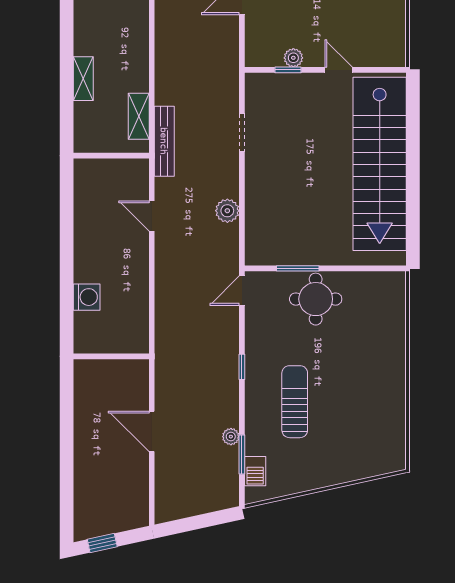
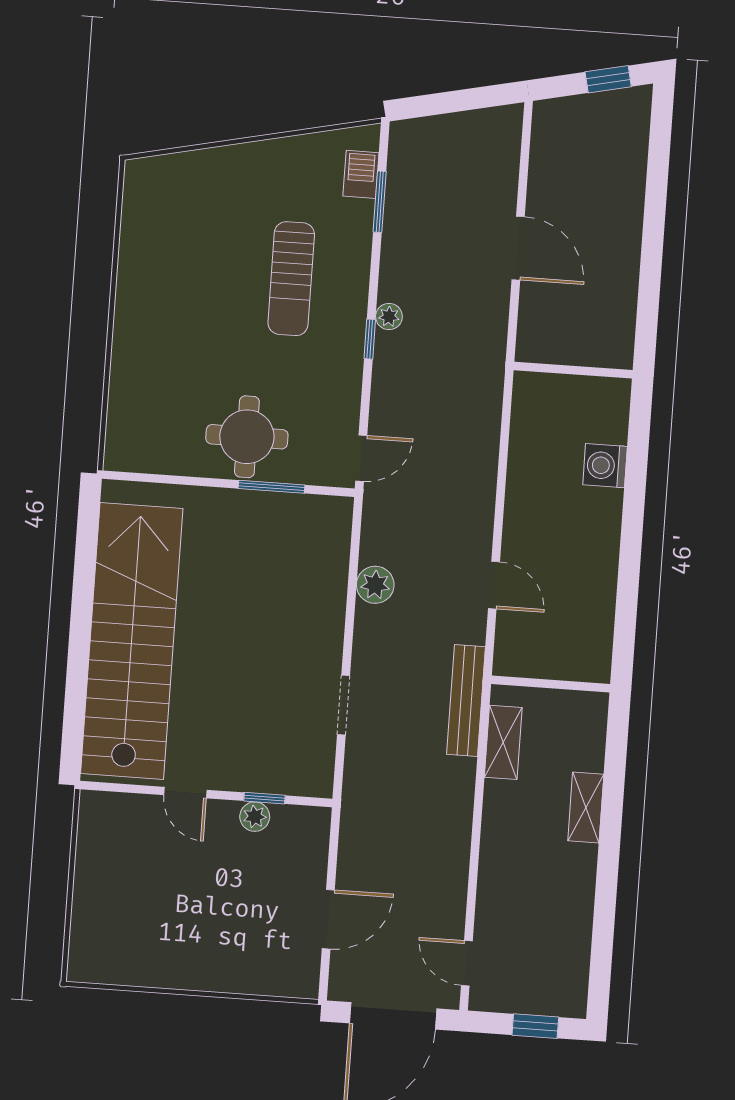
plant: (231, 437) -> (389, 317), moved

